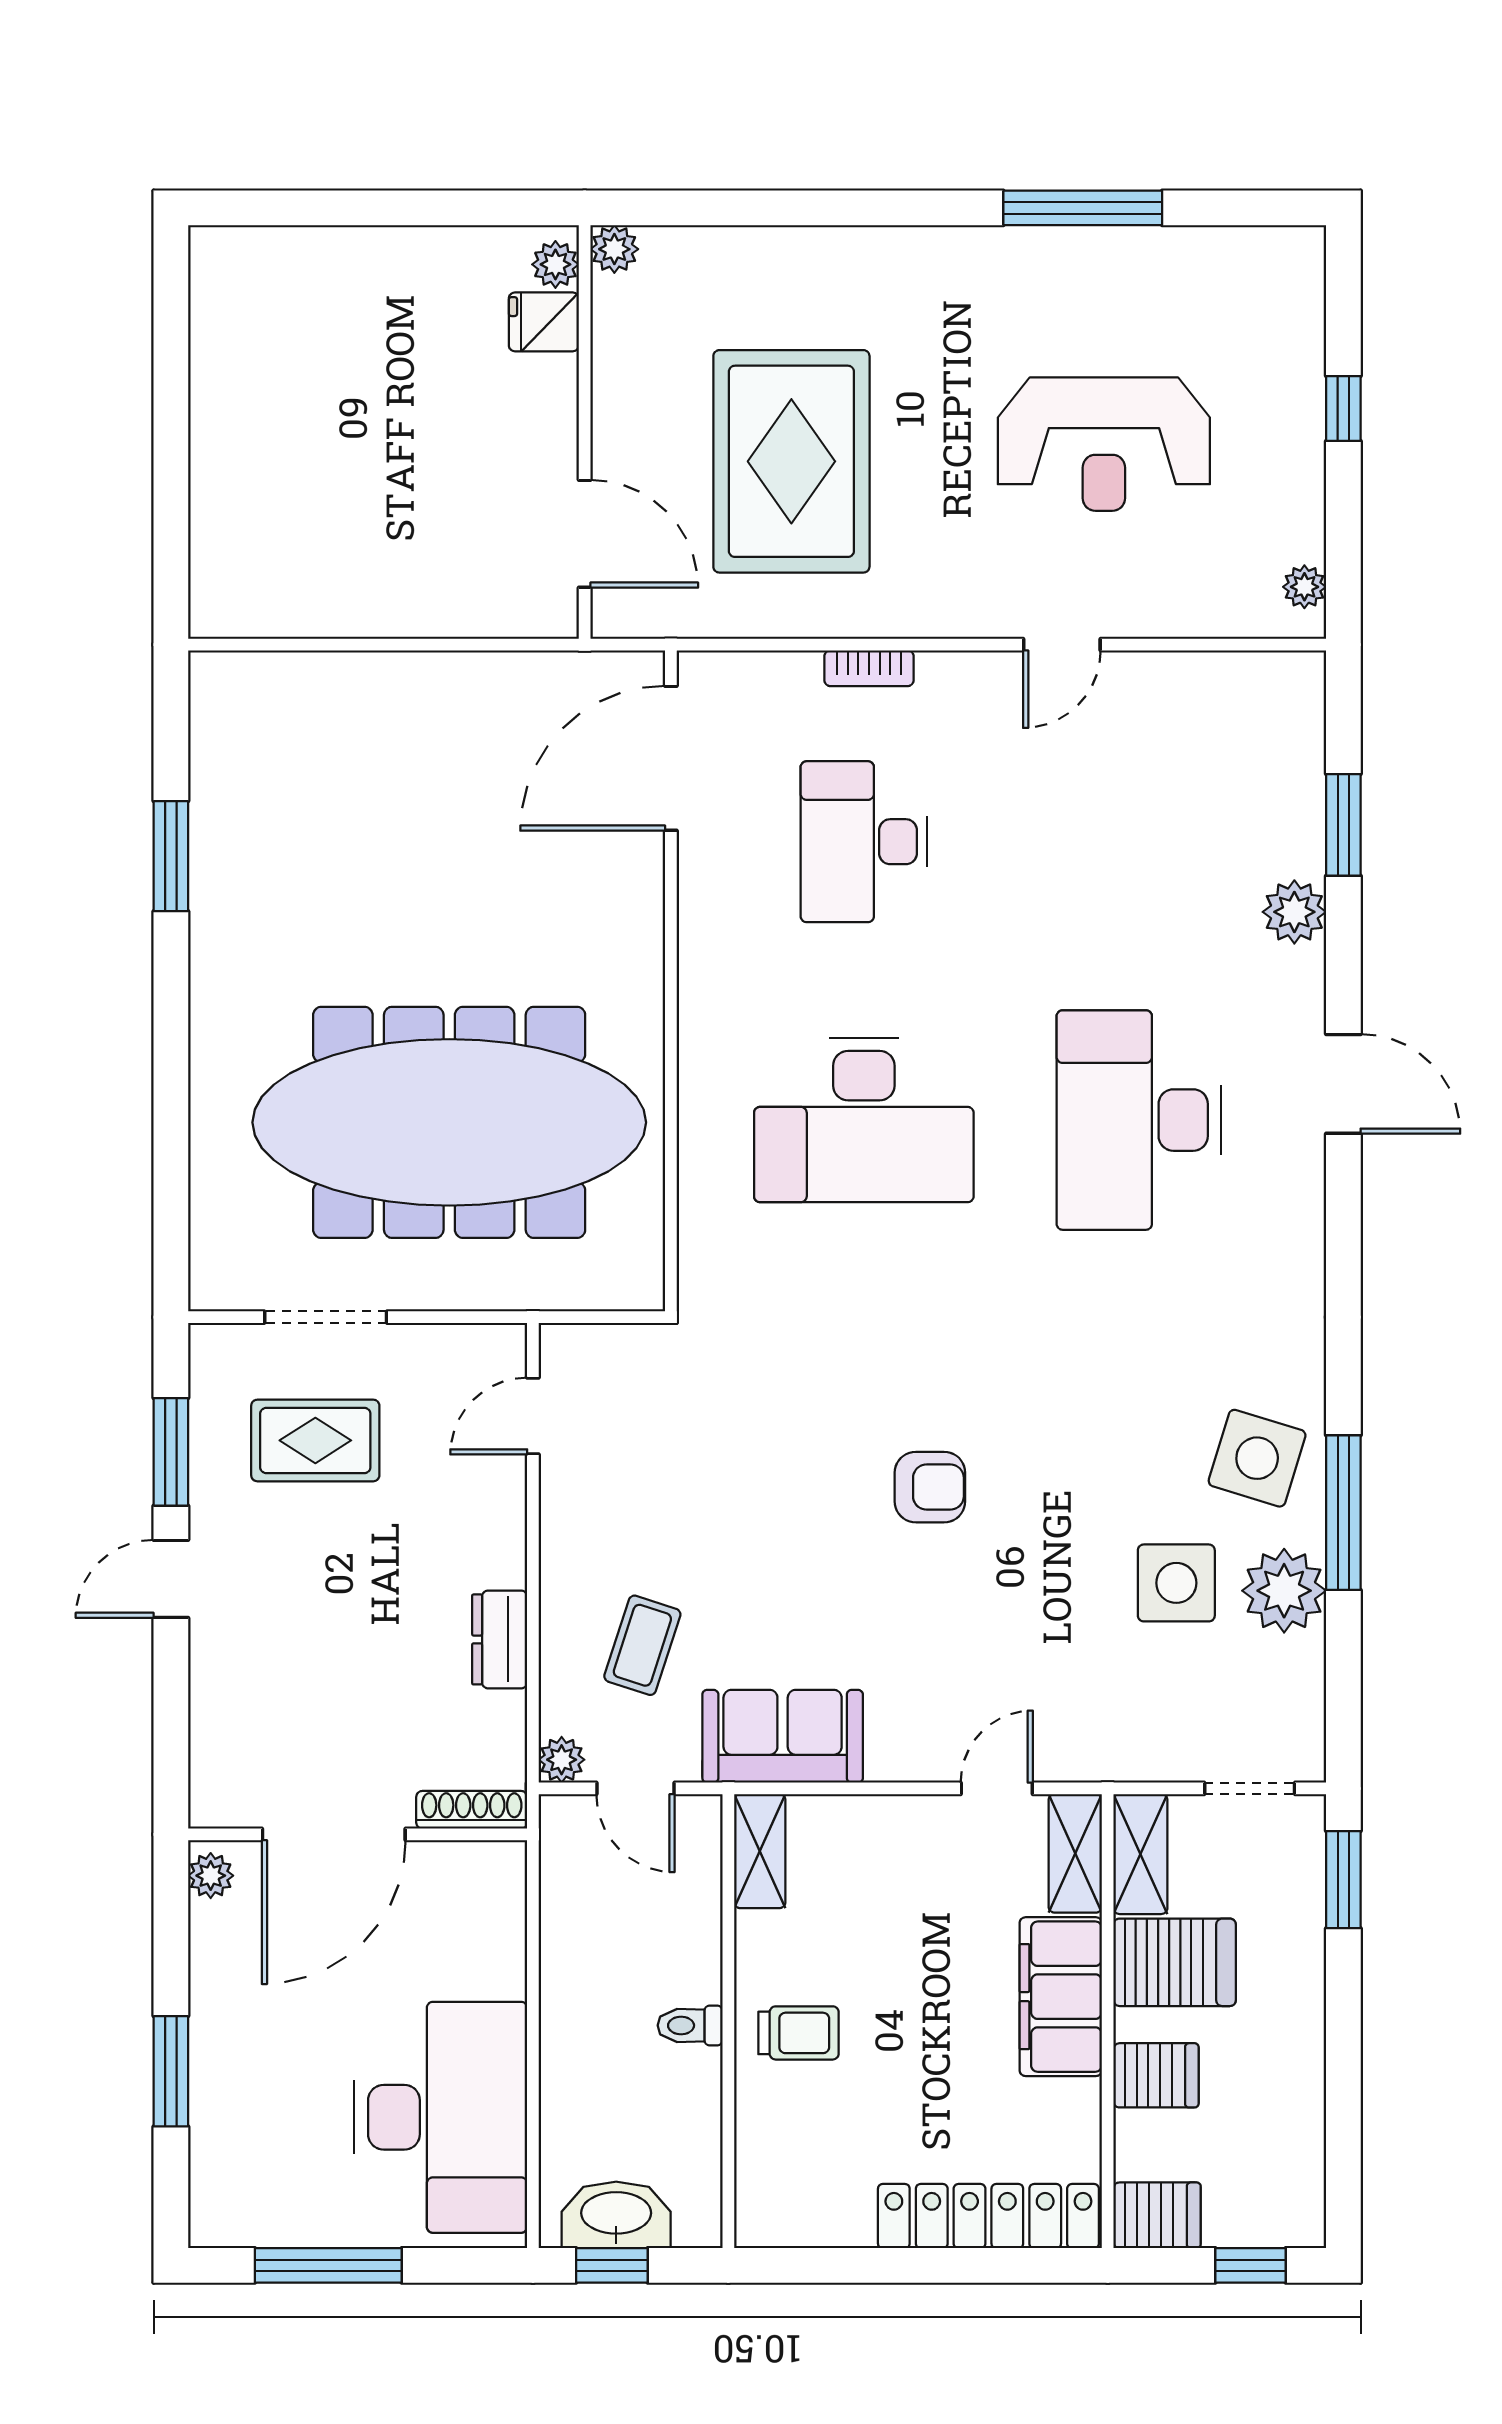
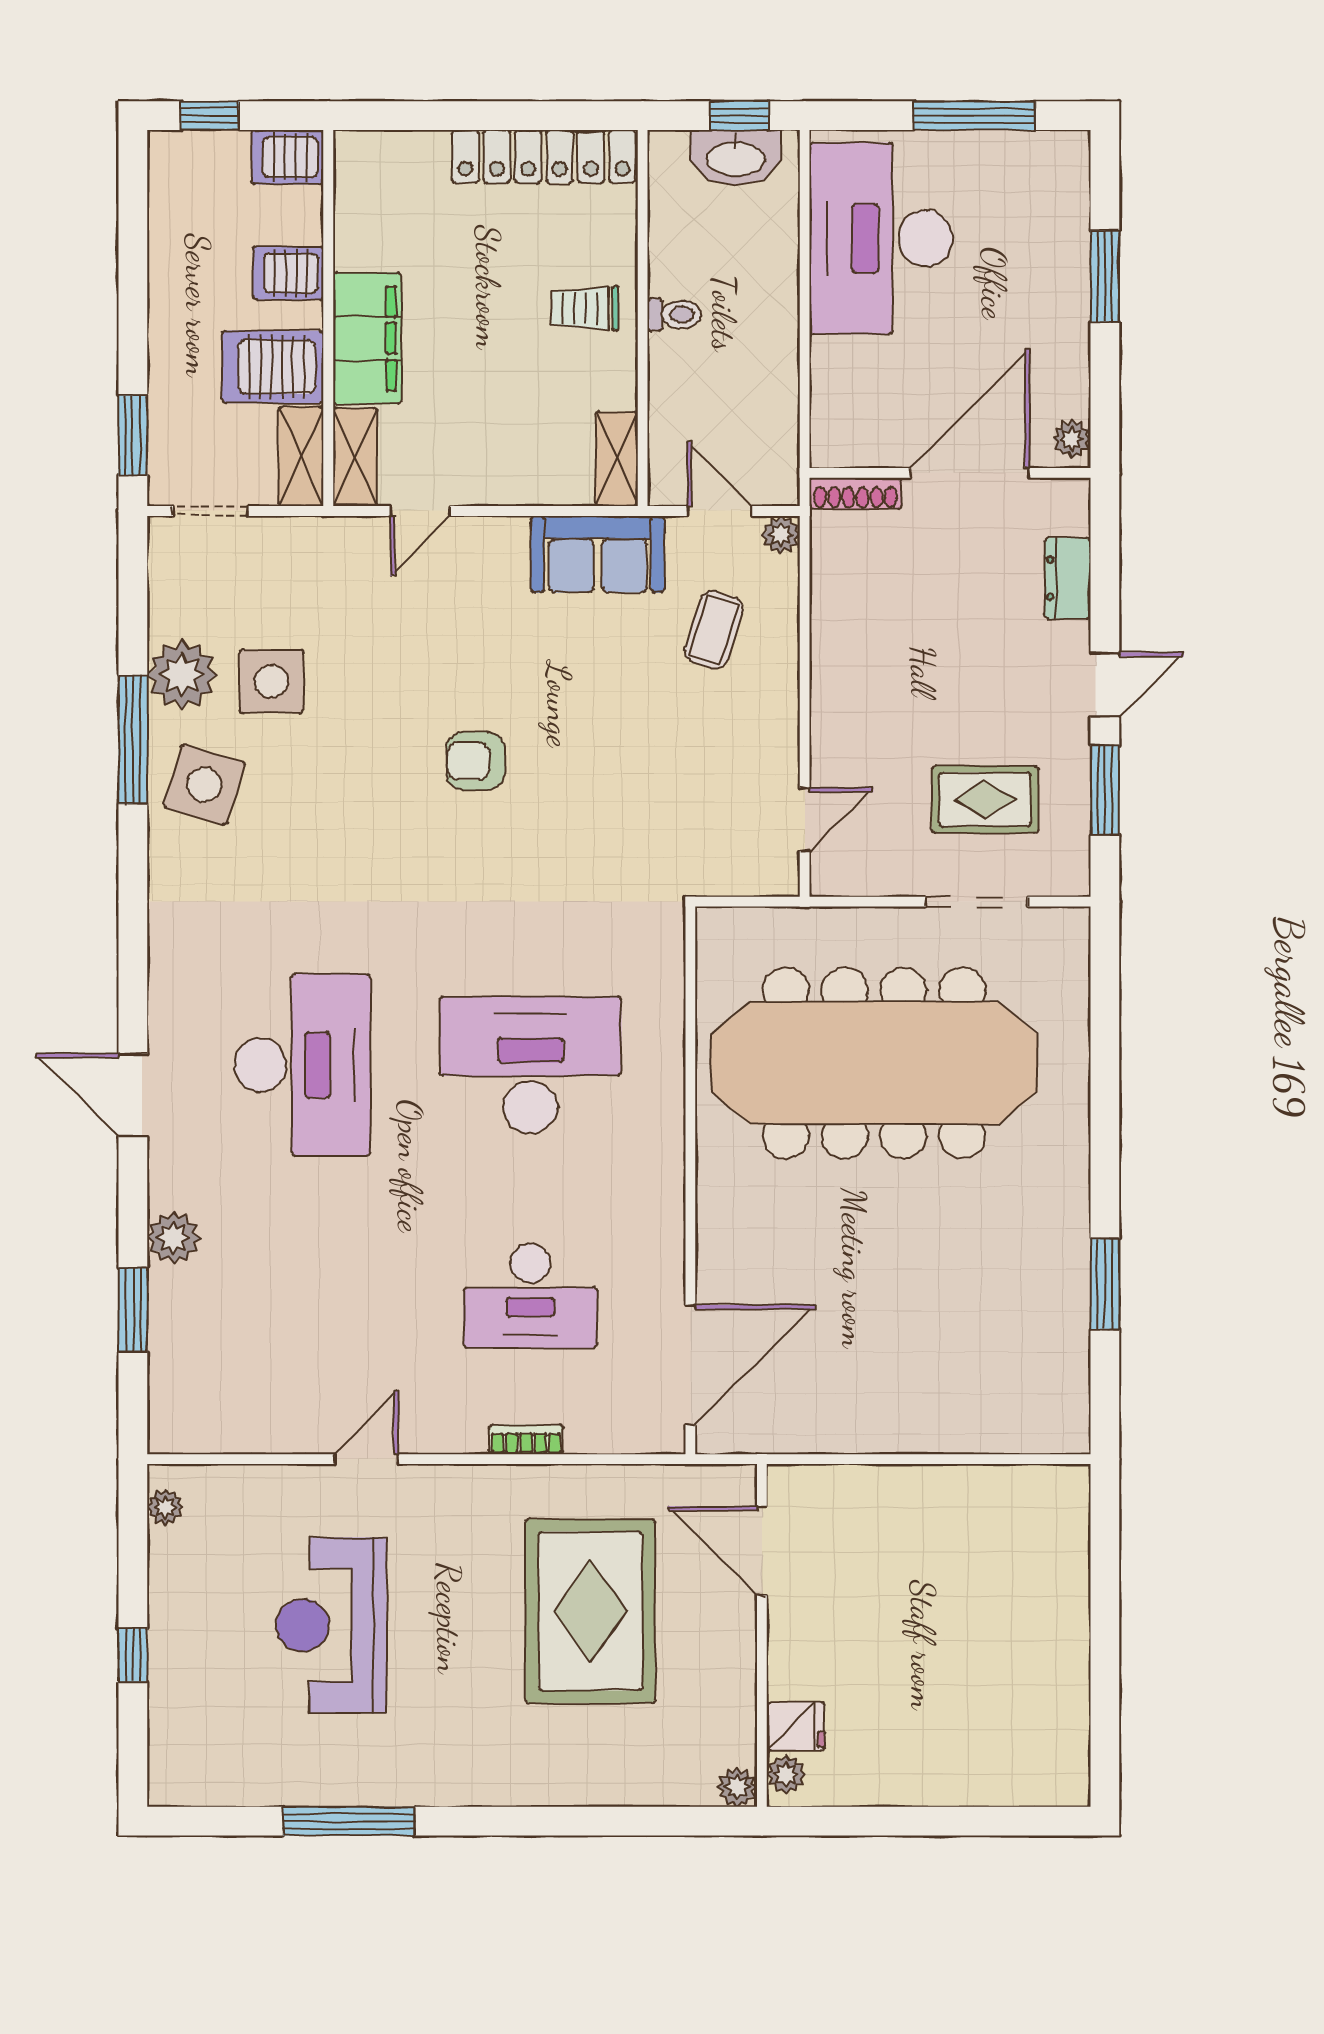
reception desk: (1104, 444) -> (331, 1625), turned -90
desk: (864, 842) -> (530, 1296), turned 90
dresser: (500, 1639) -> (1068, 578), moved, turned 180
locker: (988, 2216) -> (544, 156), moved

